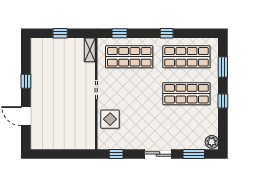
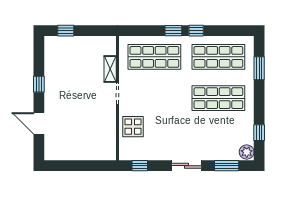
window: (60, 33) -> (66, 31), moved
window: (120, 33) -> (173, 31), moved
shelving: (90, 50) -> (110, 69), moved
window: (223, 101) -> (259, 133), moved

